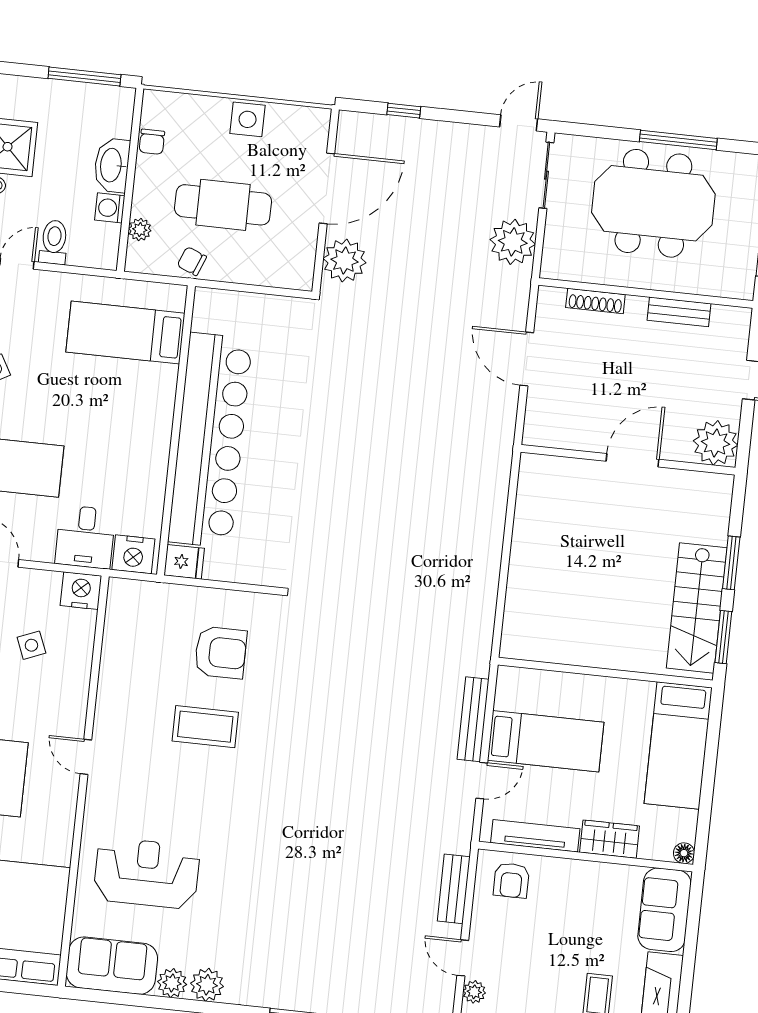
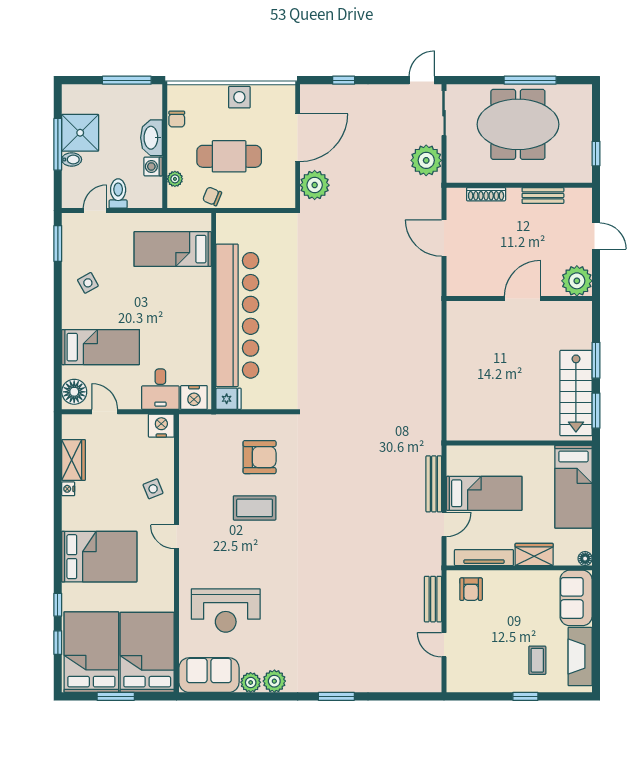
side table: (31, 645) -> (153, 489), moved
reception desk: (147, 873) -> (226, 611), turned 180
plant: (474, 992) -> (454, 667), removed

